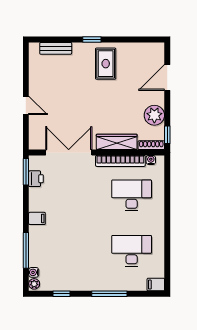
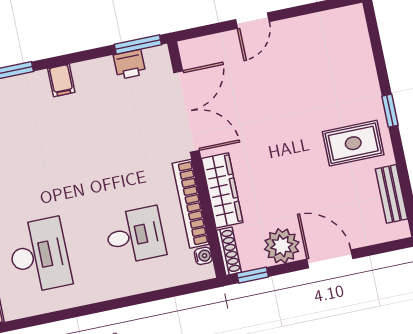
bench: (56, 48) -> (391, 194), moved
door: (167, 78) -> (330, 259), moved
desk: (132, 195) -> (135, 235), width x0.73

